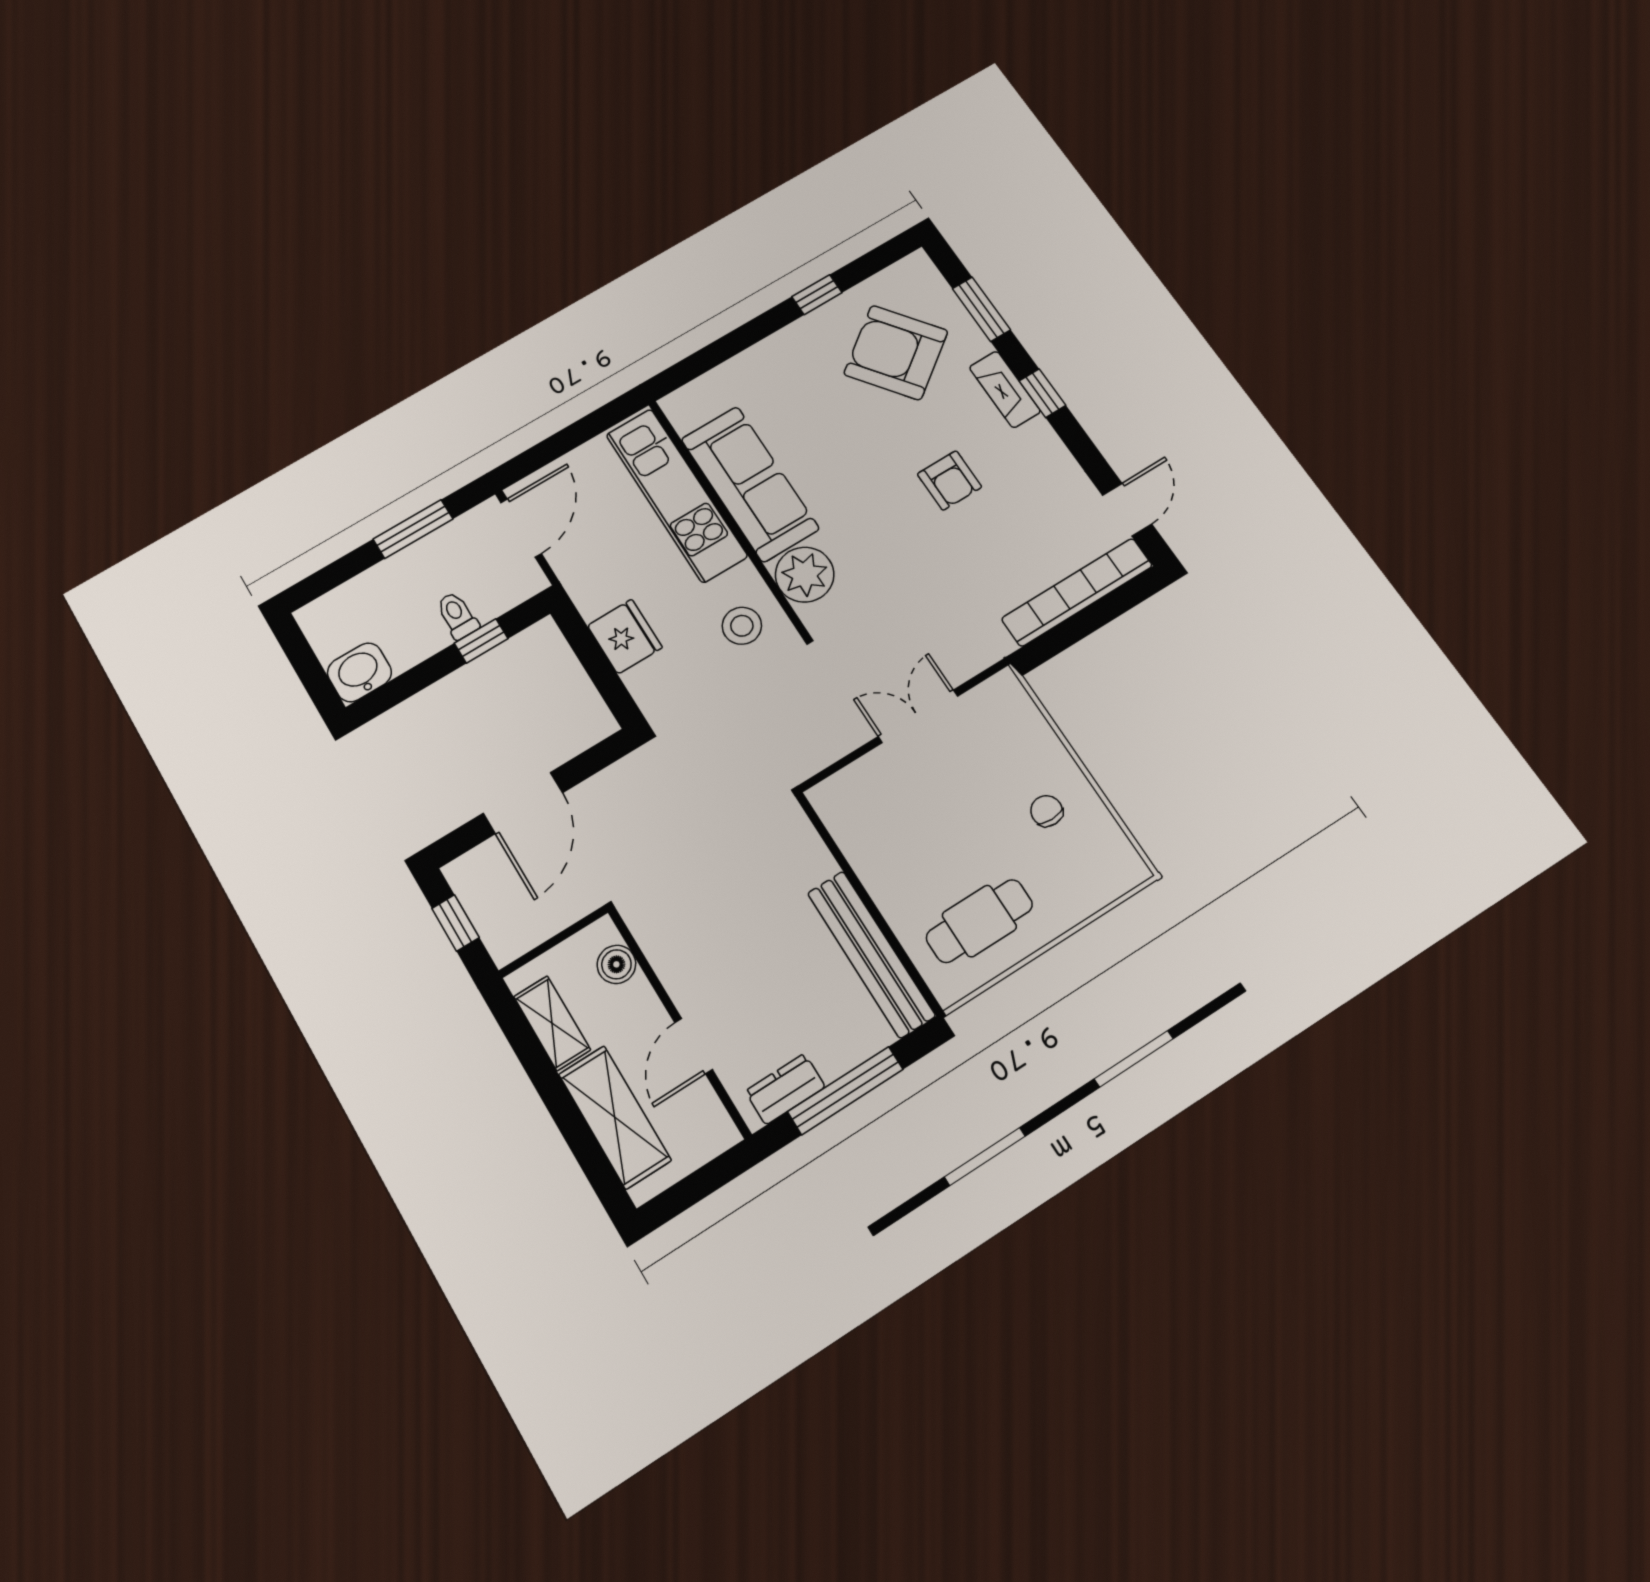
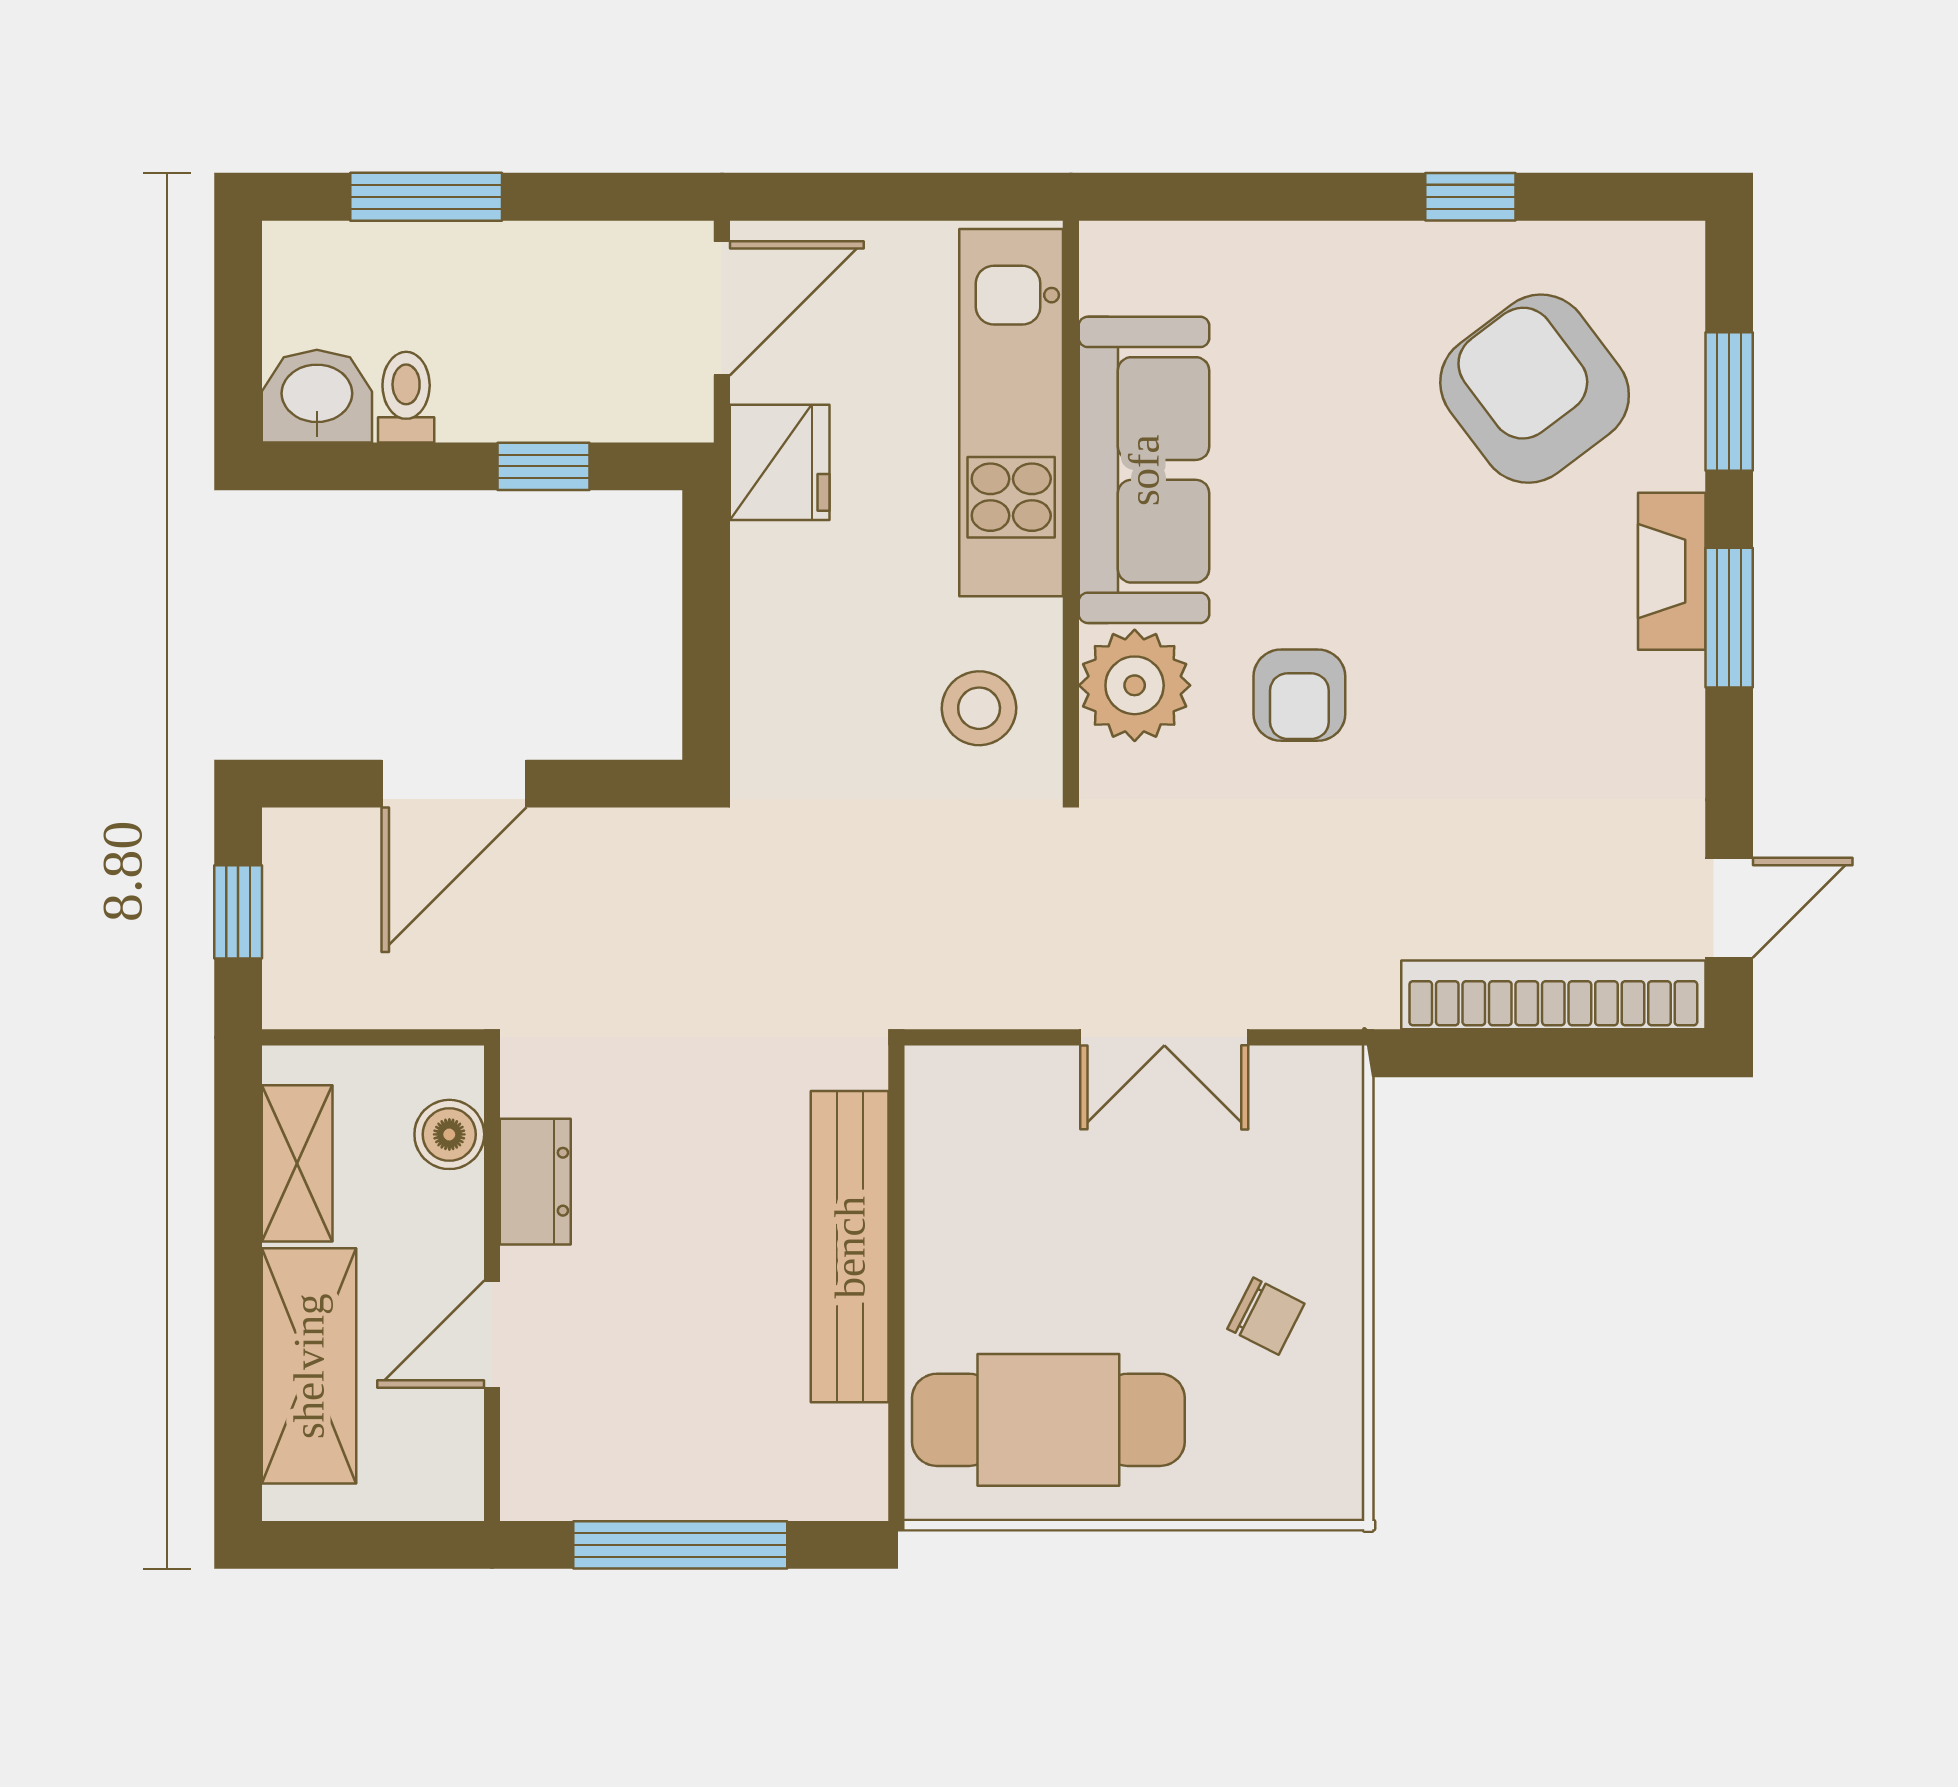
window: (1042, 393) -> (1729, 618), width x1.50
armchair: (949, 480) -> (1299, 695), moved
window: (413, 529) -> (426, 197), moved
toilet: (457, 615) -> (406, 397), moved
fridge: (625, 637) -> (780, 462), moved
double door: (918, 716) -> (1164, 1037), swing flipped
chair: (1047, 811) -> (1266, 1316), turned 117
cafe table: (979, 921) -> (1048, 1420), width x1.37, depth x1.35
bench: (871, 954) -> (850, 1247), moved
dresser: (785, 1089) -> (535, 1182), moved, turned 90

